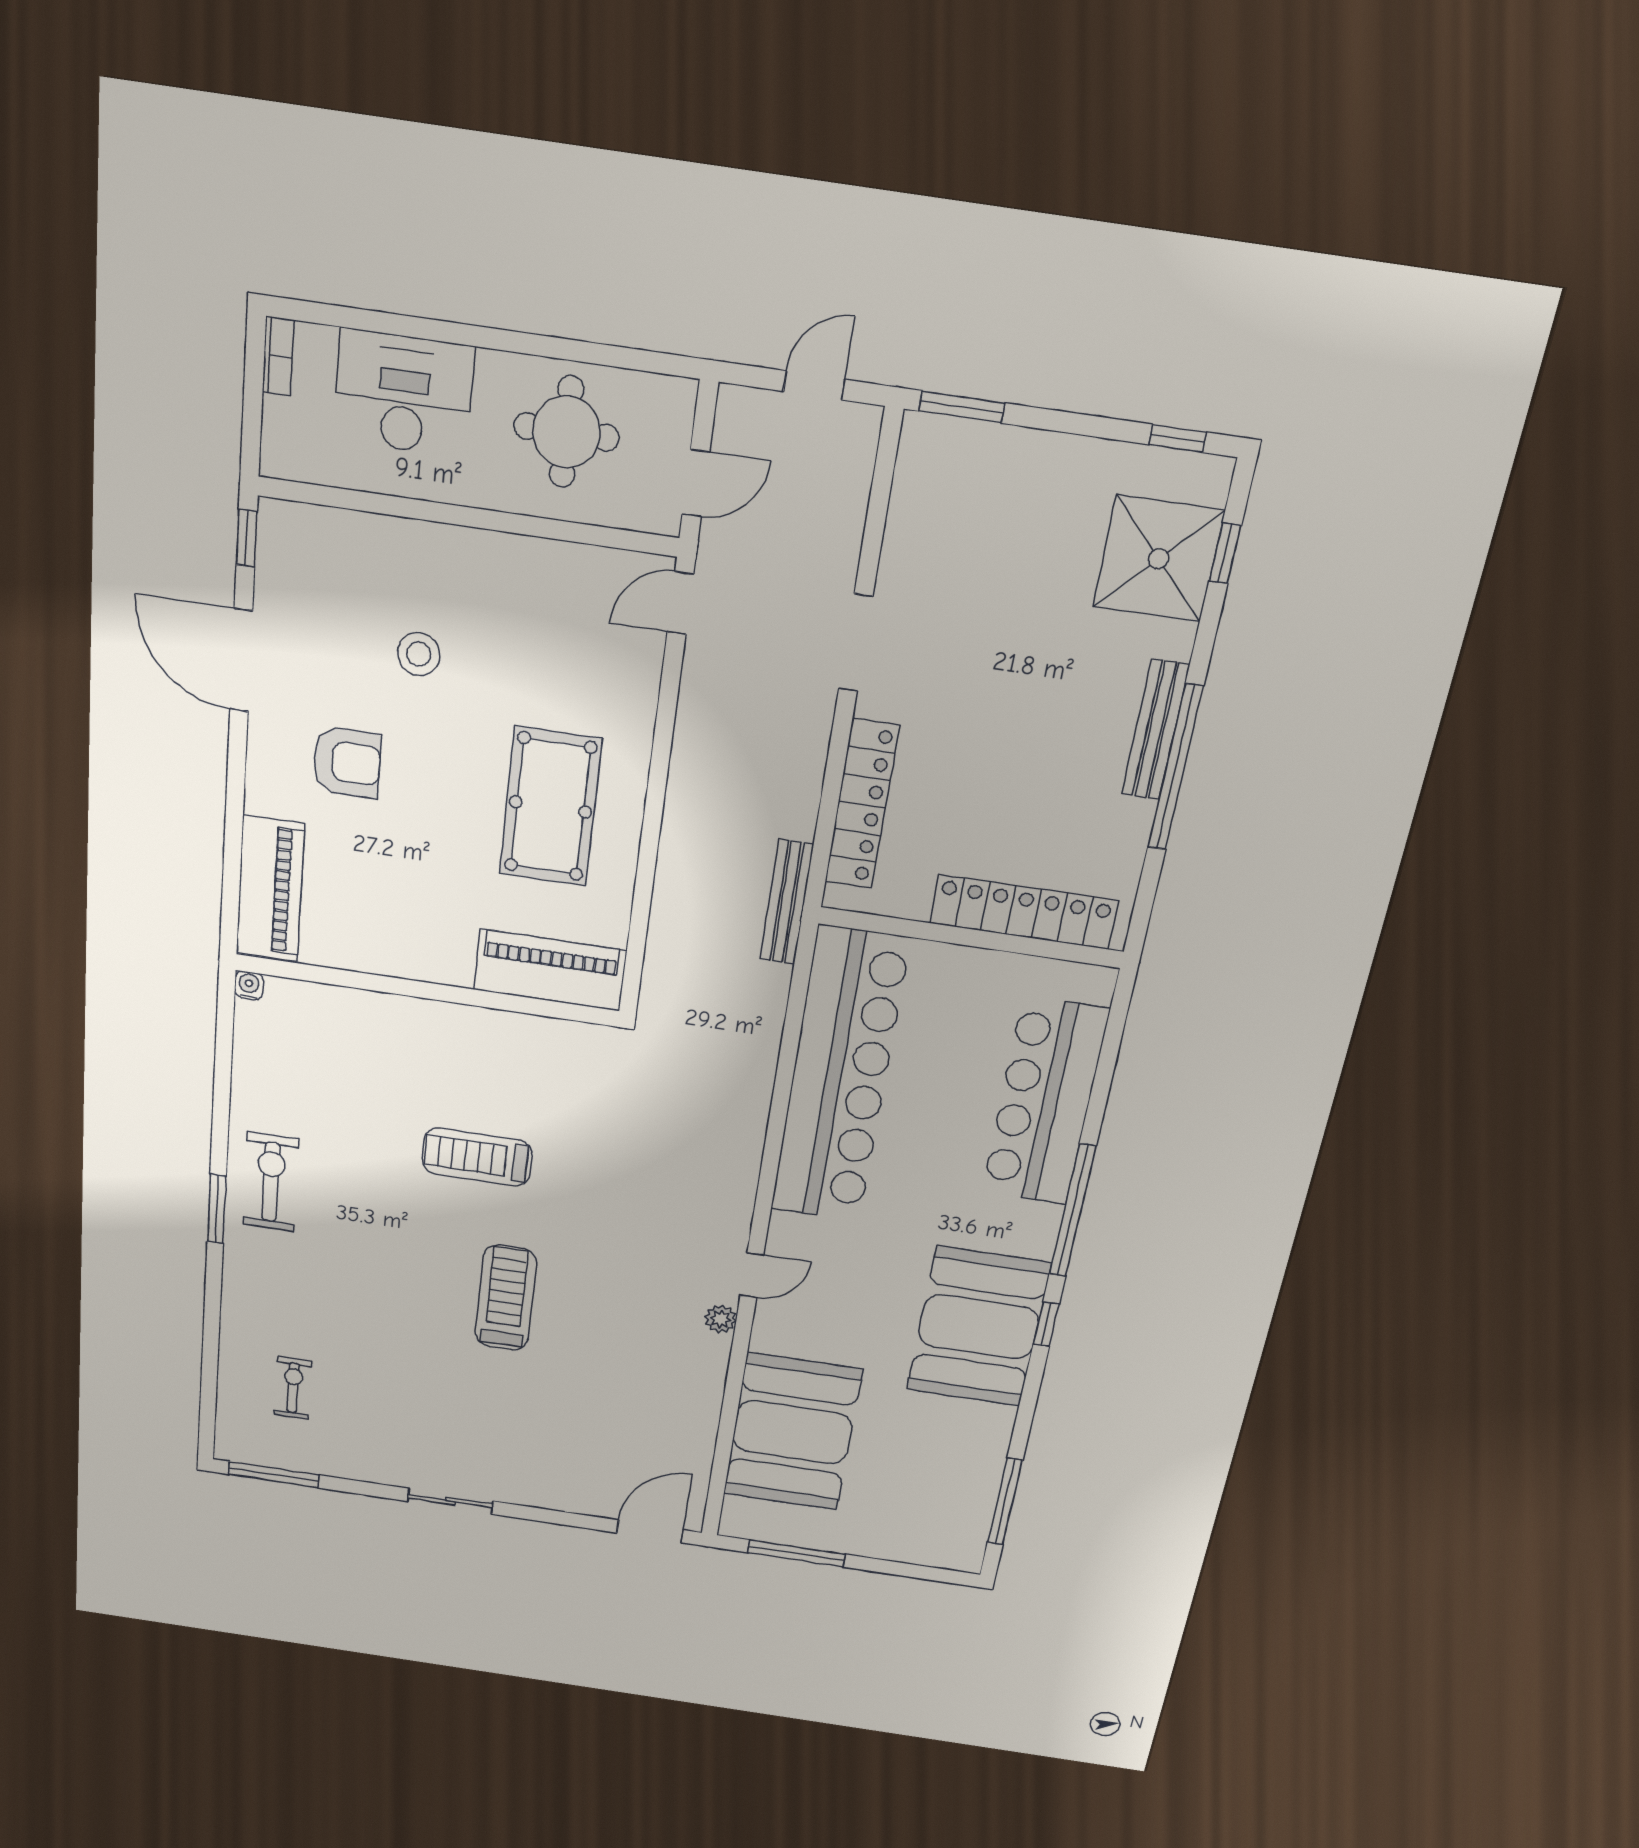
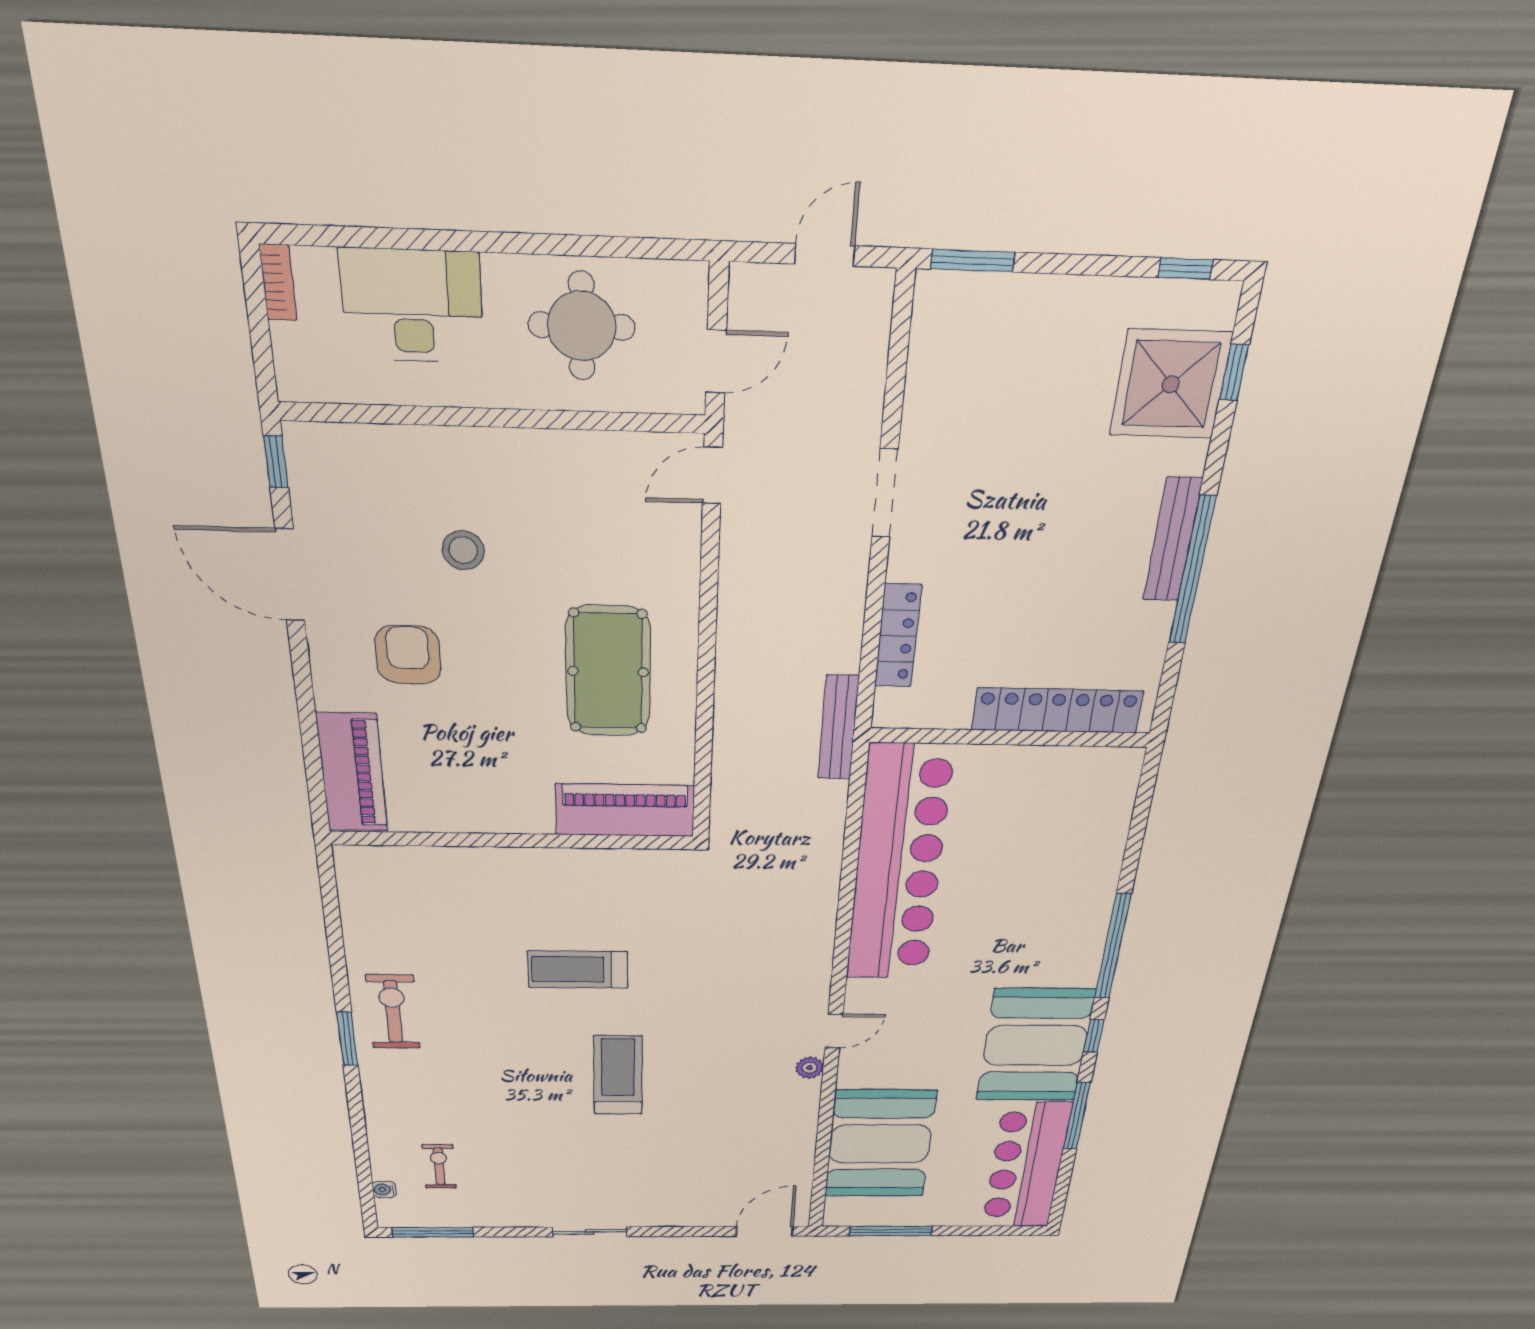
armchair: (347, 762) -> (408, 655), turned -90
locker: (862, 804) -> (898, 636), width x0.71, depth x0.83
water cooler: (249, 985) -> (384, 1190), moved, turned -90
bar counter: (1045, 1102) -> (1026, 1166), moved
window: (1005, 1502) -> (1077, 1116), moved

